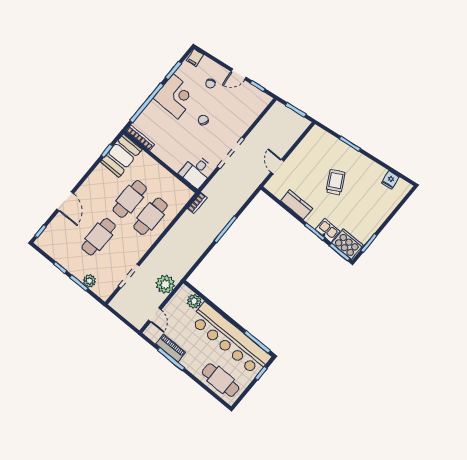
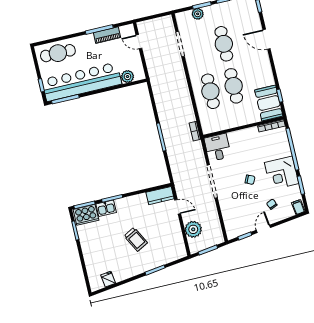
kitchen counter: (297, 205) -> (160, 196), moved
plant: (165, 284) -> (193, 229), moved

